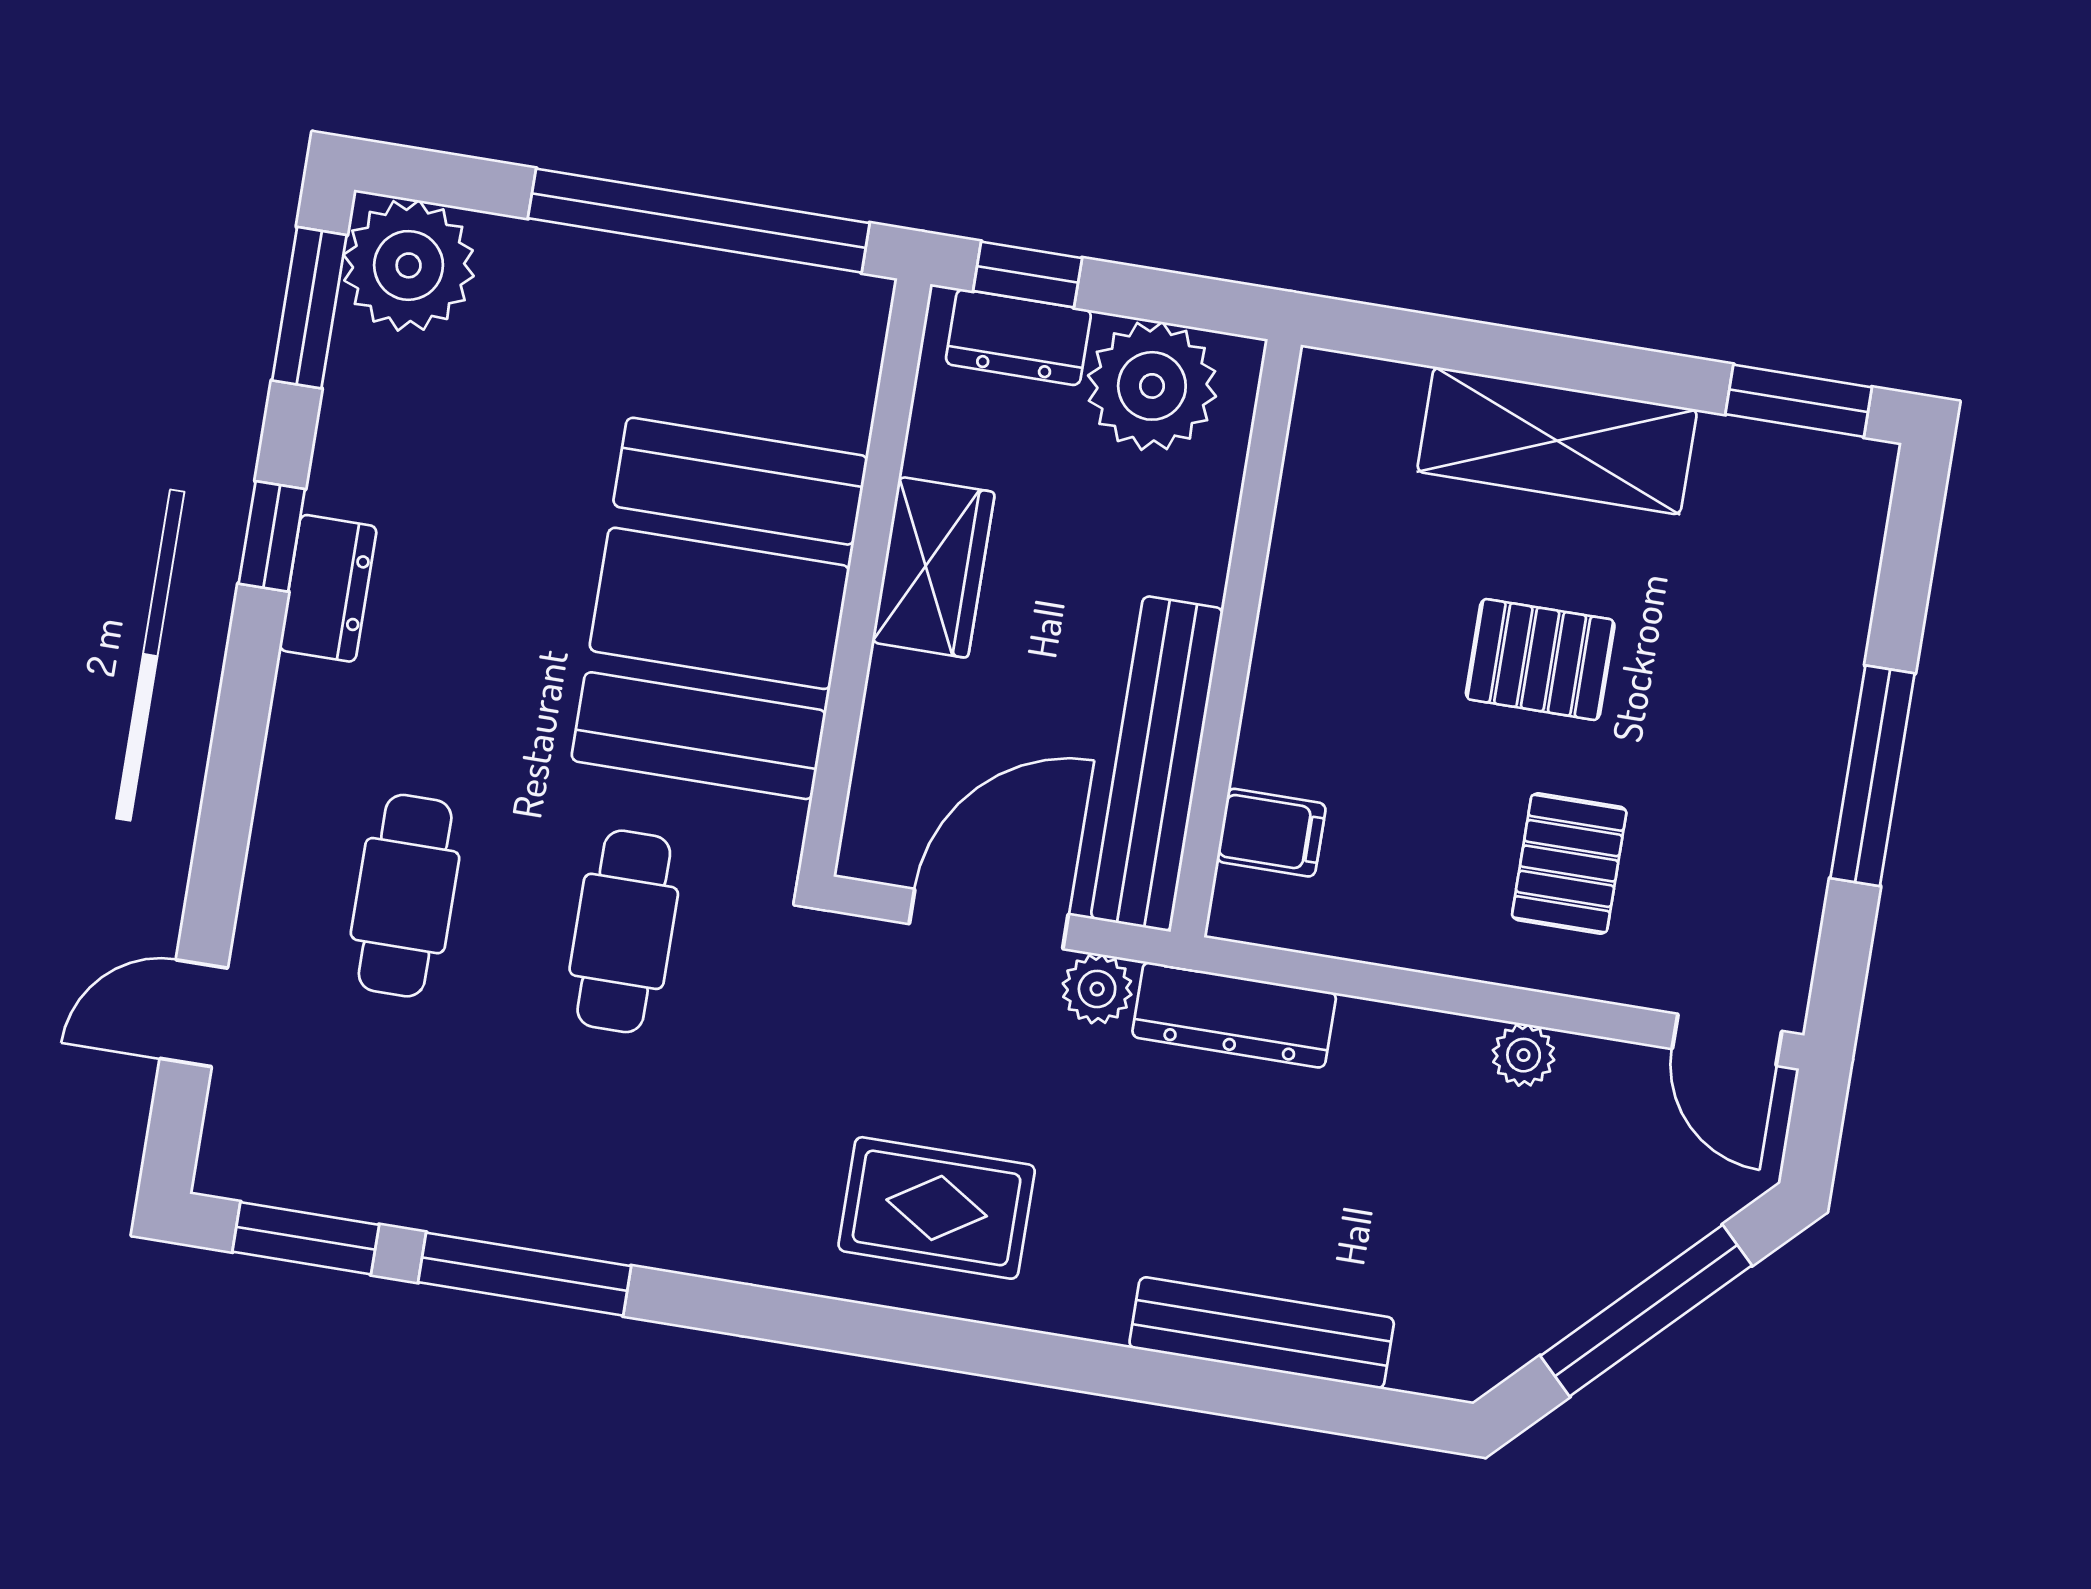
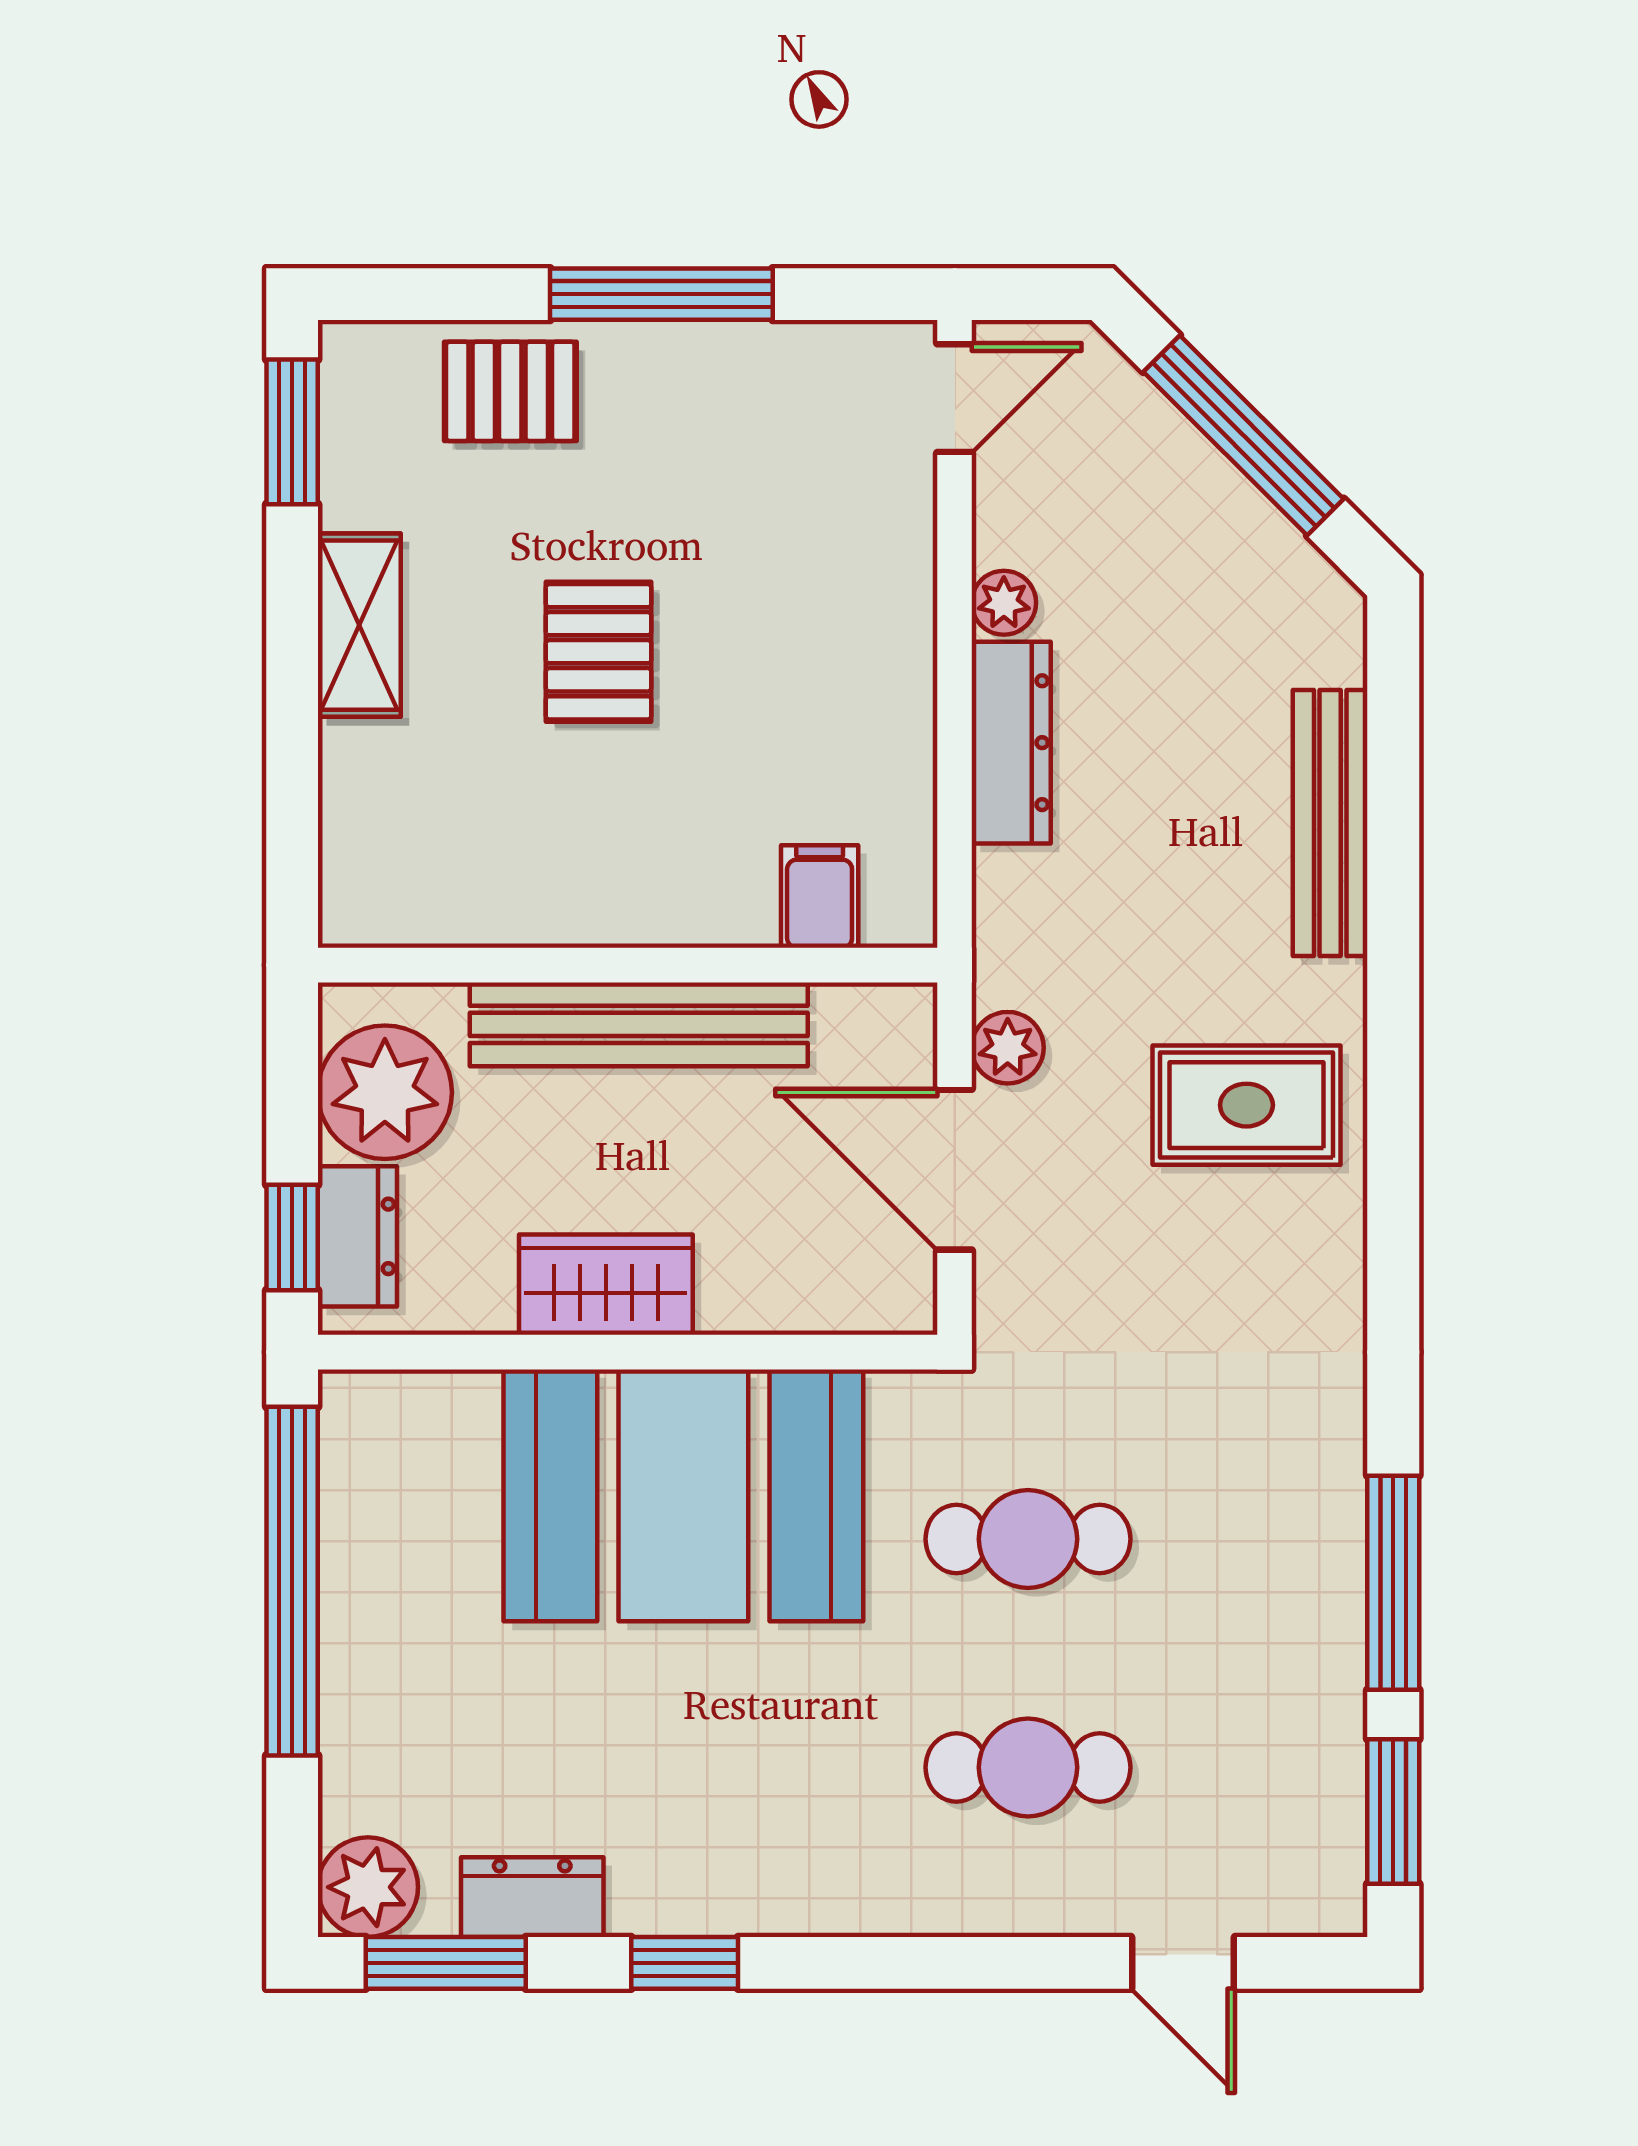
plant: (409, 265) -> (368, 1887), width x0.73, depth x0.73
shelving: (1557, 441) -> (359, 625), width x0.67, depth x0.75
dresser: (328, 588) -> (532, 1897), moved
bench: (1157, 764) -> (639, 1024), moved
pallet: (1569, 864) -> (510, 391), moved
dresser: (1234, 1015) -> (1011, 743), moved
rug: (937, 1208) -> (1246, 1105), moved, turned 90

